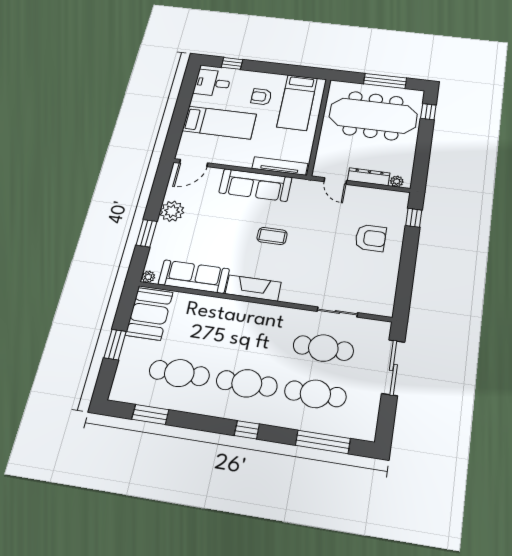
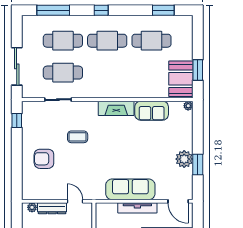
door: (194, 163) -> (178, 201), swing flipped
tv unit: (280, 166) -> (137, 208), moved
window: (414, 218) -> (17, 121), moved
window: (146, 233) -> (198, 165), moved
coffee table: (272, 236) -> (78, 137), moved
sofa: (194, 277) -> (152, 111), width x0.73
window: (115, 345) -> (198, 70), moved

